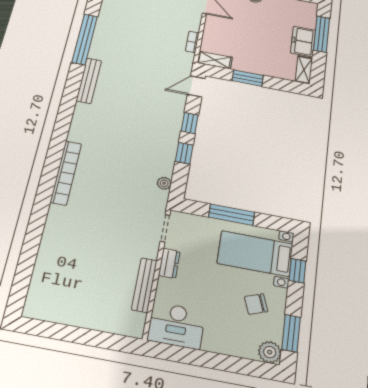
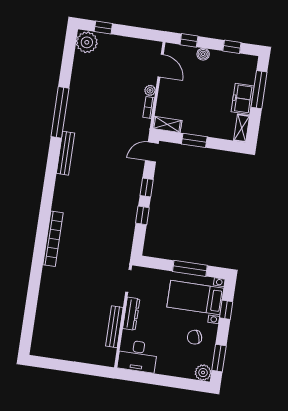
plant: (164, 183) -> (150, 90), moved
window: (232, 215) -> (190, 268), moved
dresser: (169, 263) -> (131, 314), width x1.44

